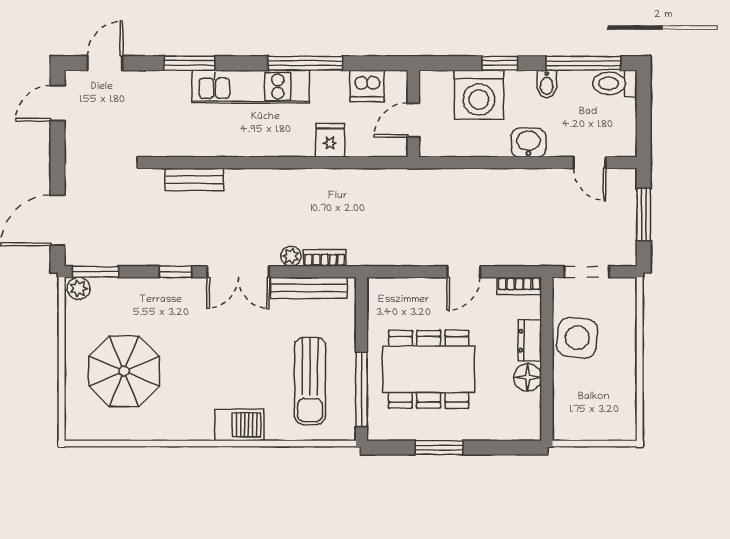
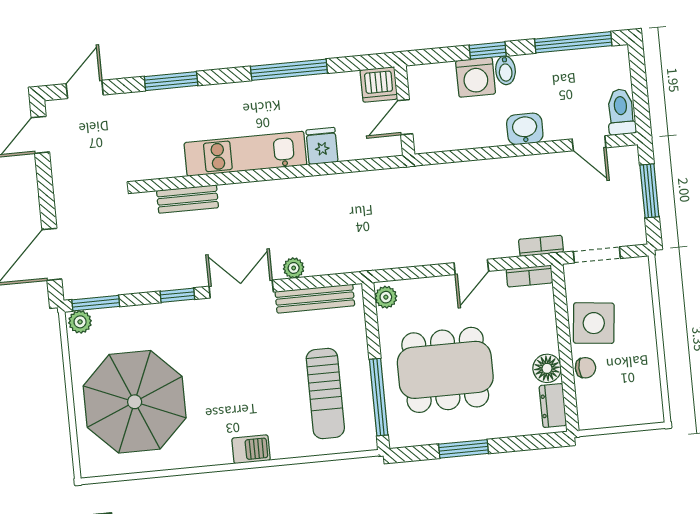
toilet: (615, 83) -> (621, 112), moved, turned 90
bidet: (547, 84) -> (505, 70), moved
dishwasher: (367, 86) -> (379, 84), moved
kitchen unit: (251, 87) -> (245, 154), moved, turned 180
washing machine: (479, 95) -> (476, 77), width x0.73, depth x0.73
bookcase: (325, 258) -> (541, 246), moved
double door: (238, 272) -> (241, 289), swing flipped
plant: (378, 293) -> (386, 297), added
dresser: (530, 341) -> (553, 406), moved
parasol: (124, 371) -> (135, 402), width x1.36, depth x1.36
chair: (565, 380) -> (585, 368), added
barbecue: (239, 425) -> (251, 449), width x0.73, depth x0.79

